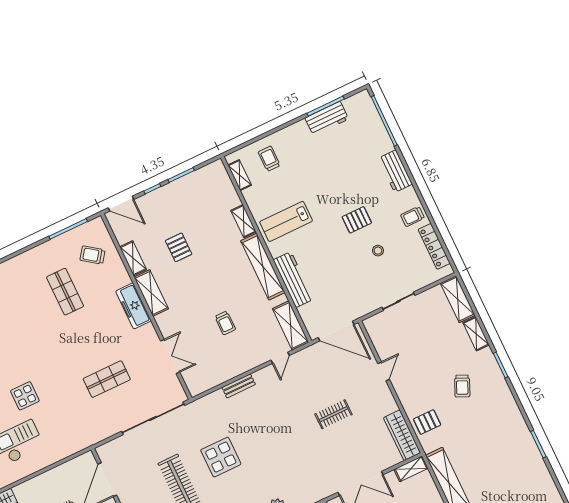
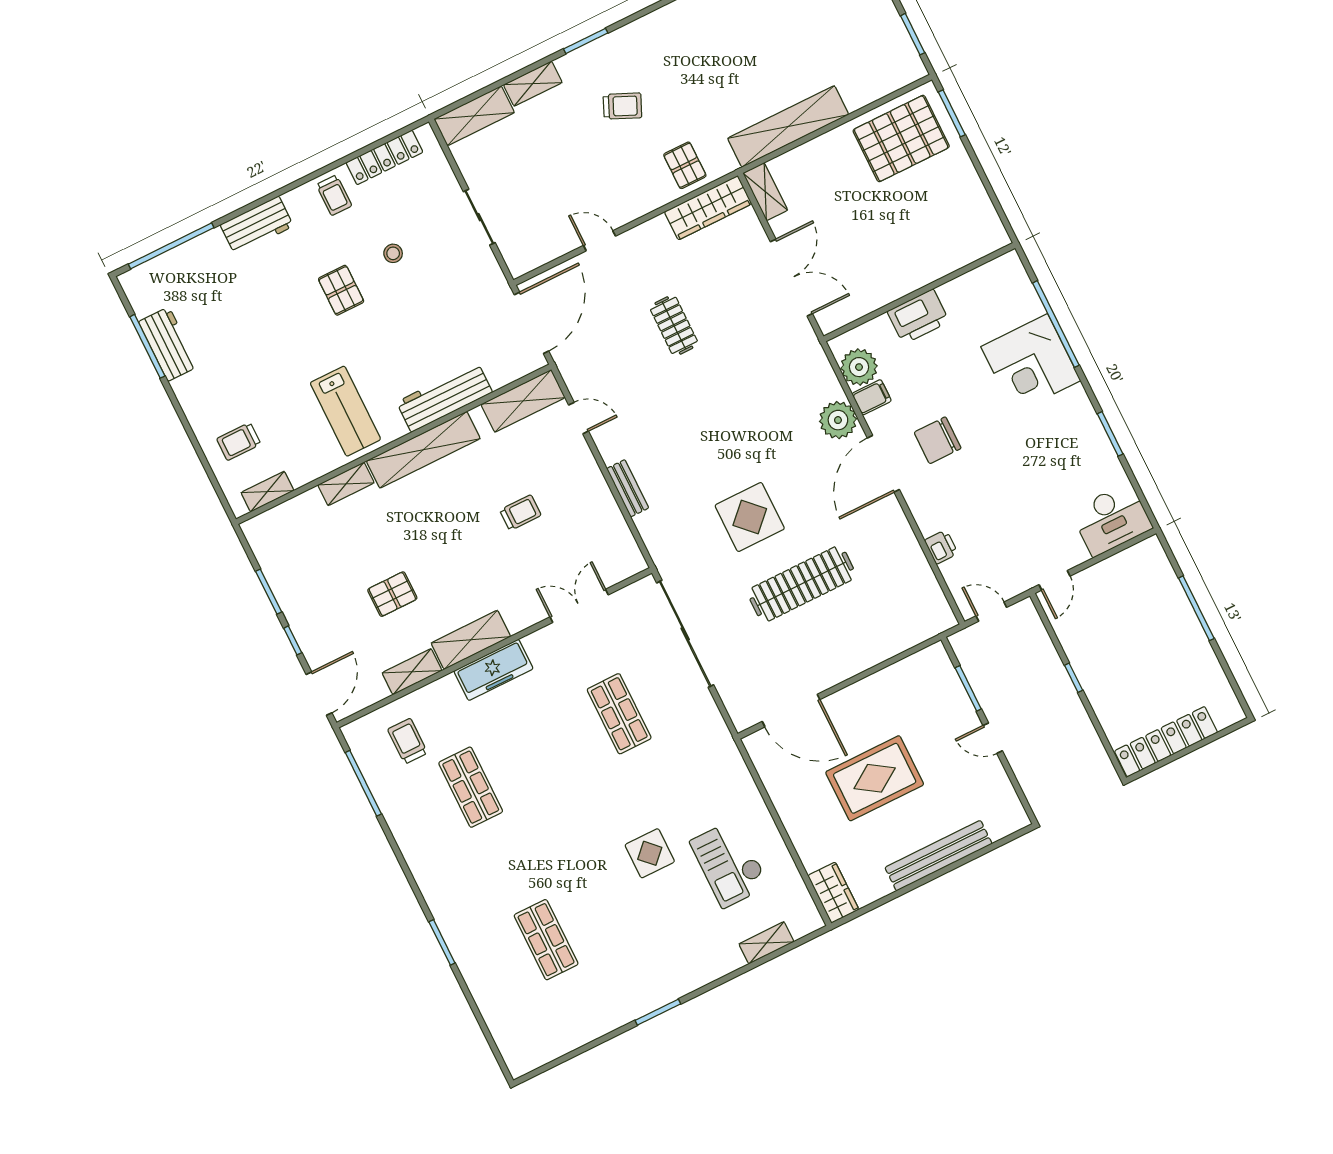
trolley: (93, 255) -> (408, 741), turned 144
shop shelf: (65, 292) -> (471, 787), turned 90

